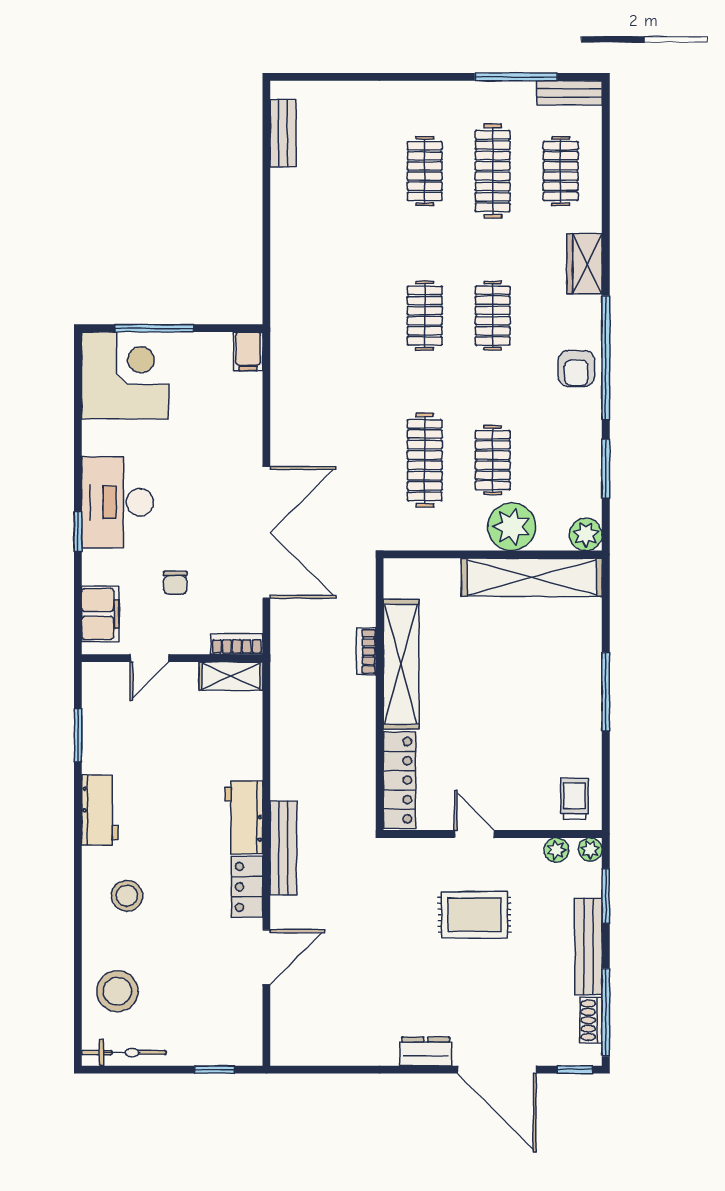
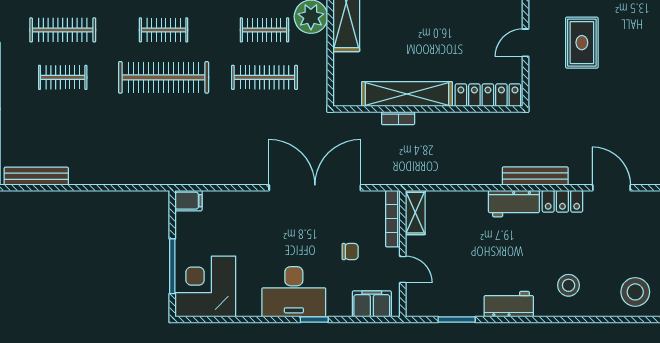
bench: (283, 133) -> (36, 176), width x1.36
clothes rail: (425, 316) -> (164, 77), width x1.86, depth x1.31
bookcase: (237, 644) -> (393, 219), width x1.56

